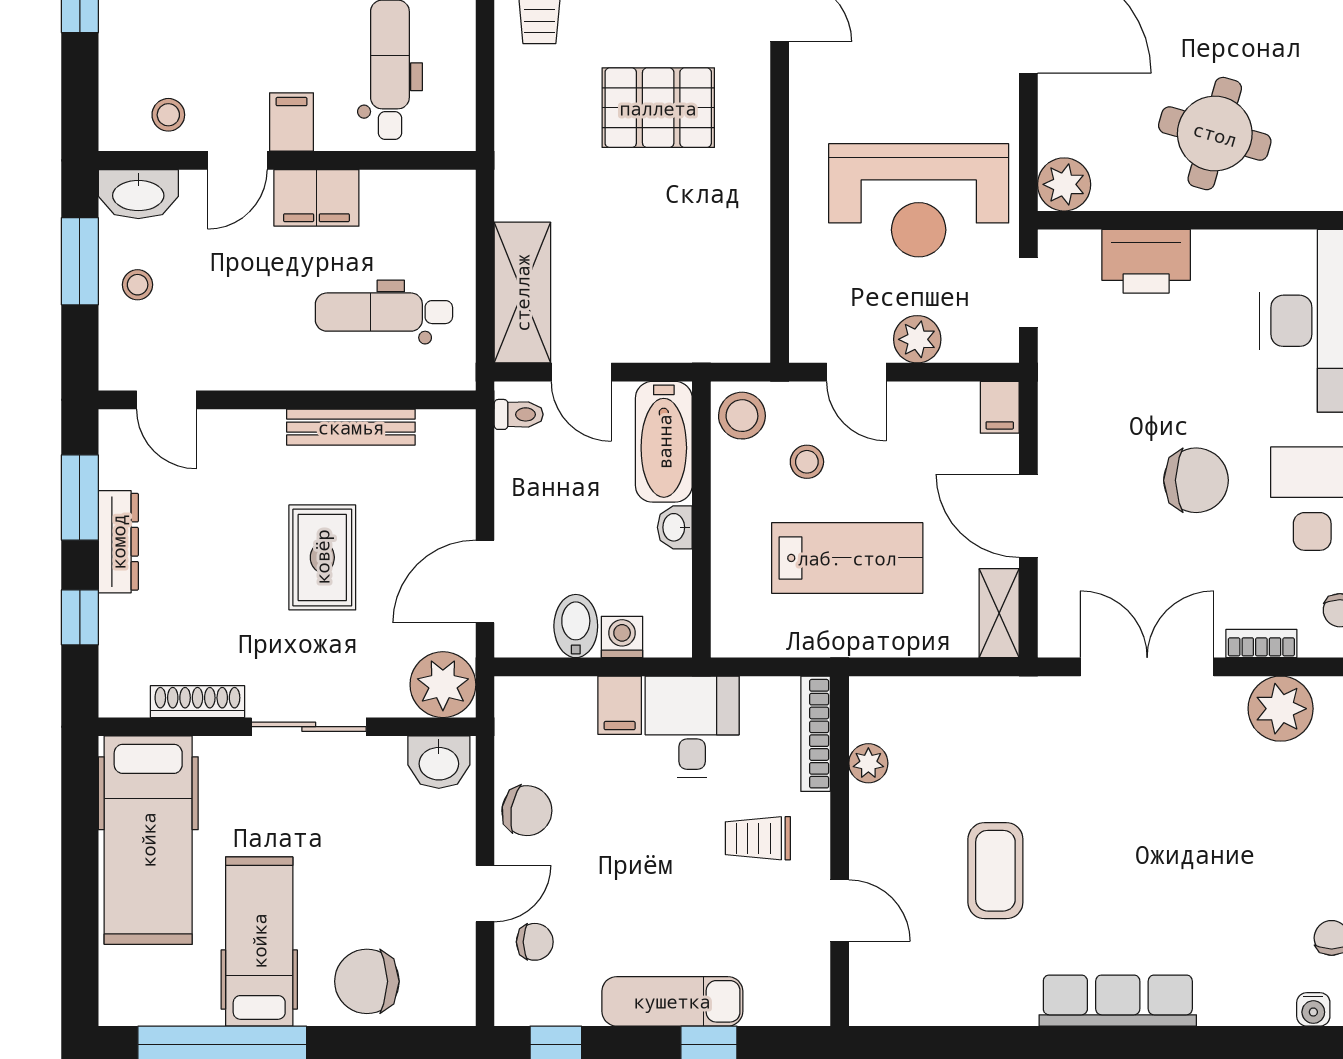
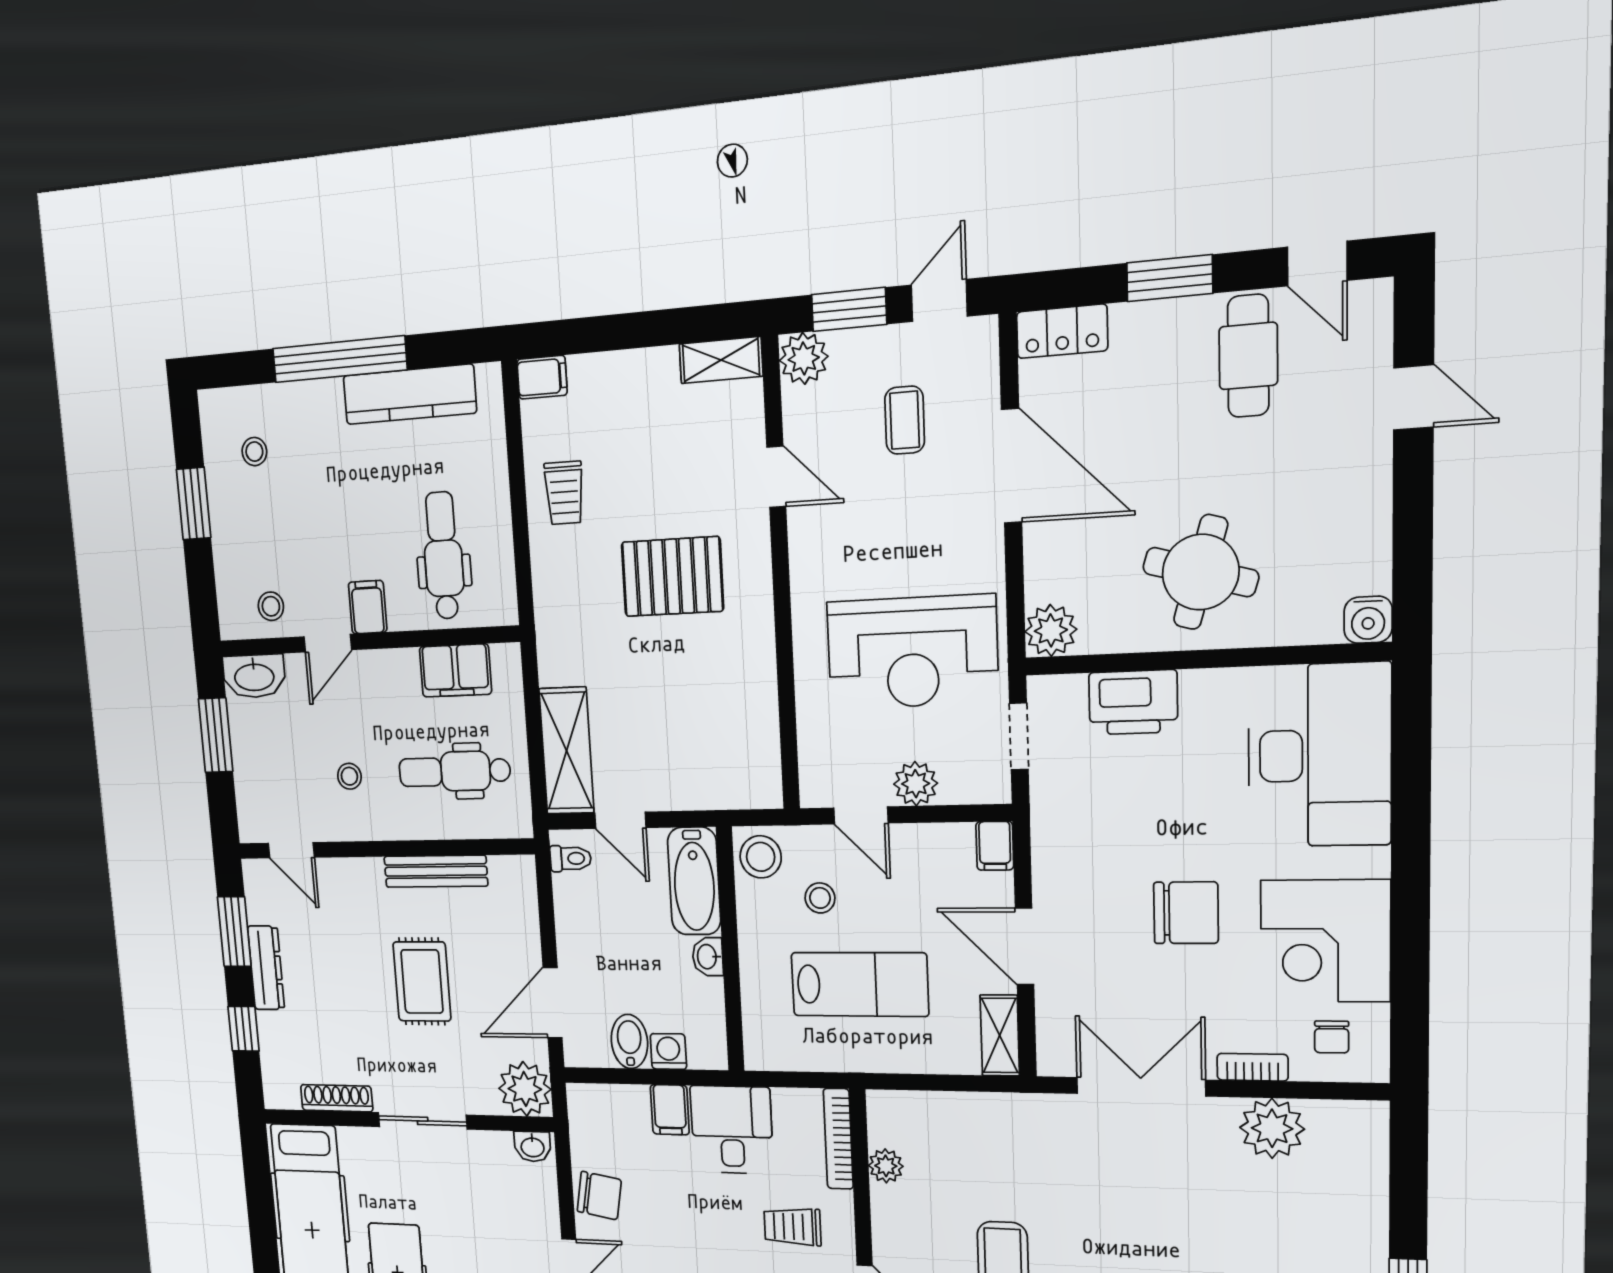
filing cabinet: (316, 198) -> (455, 670), moved
stool: (138, 285) -> (349, 776), moved
washbasin: (439, 762) -> (533, 1147), width x0.72, depth x0.69

